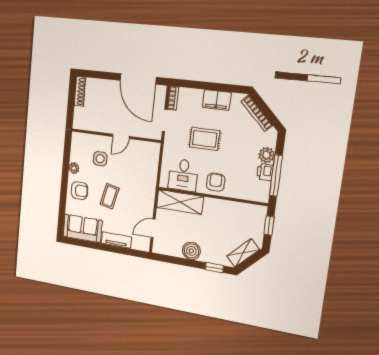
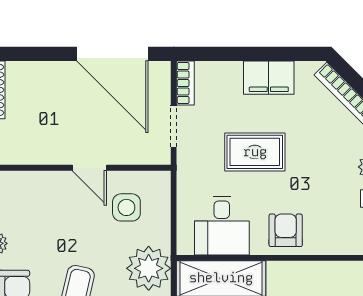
door: (121, 136) -> (89, 168), hinge flipped
side table: (100, 159) -> (126, 207), moved
plant: (145, 191) -> (149, 268), added

